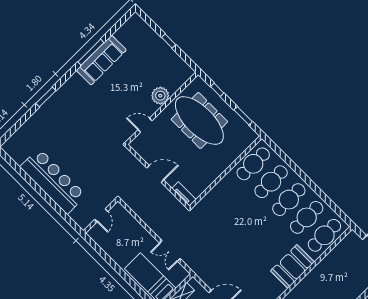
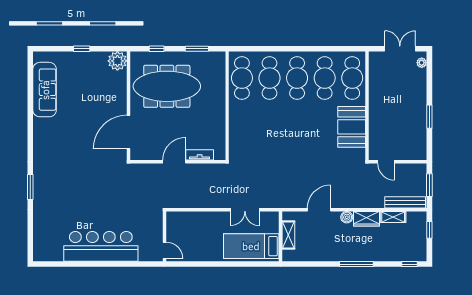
window: (91, 52) -> (30, 118), removed
sofa: (101, 60) -> (45, 90), moved
plant: (160, 96) -> (117, 61), moved
door: (145, 125) -> (129, 132), width x1.88
tv unit: (184, 194) -> (200, 155), moved
door: (101, 215) -> (165, 250), moved

